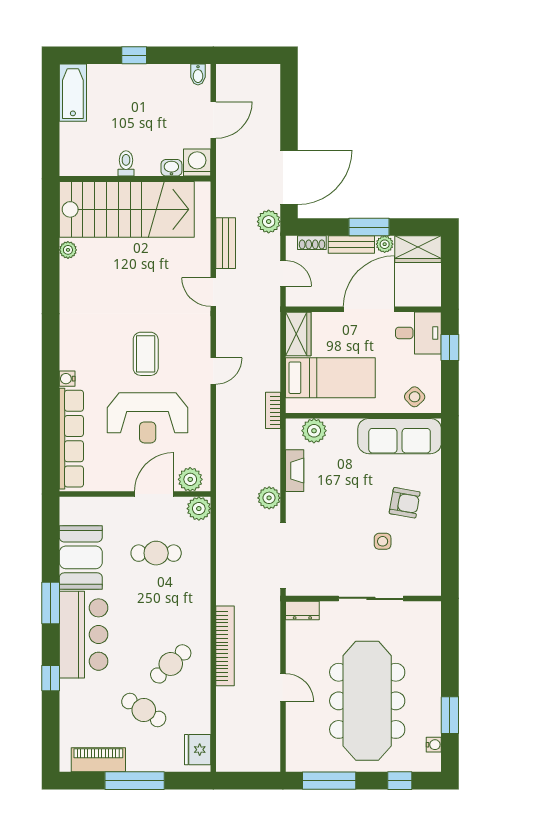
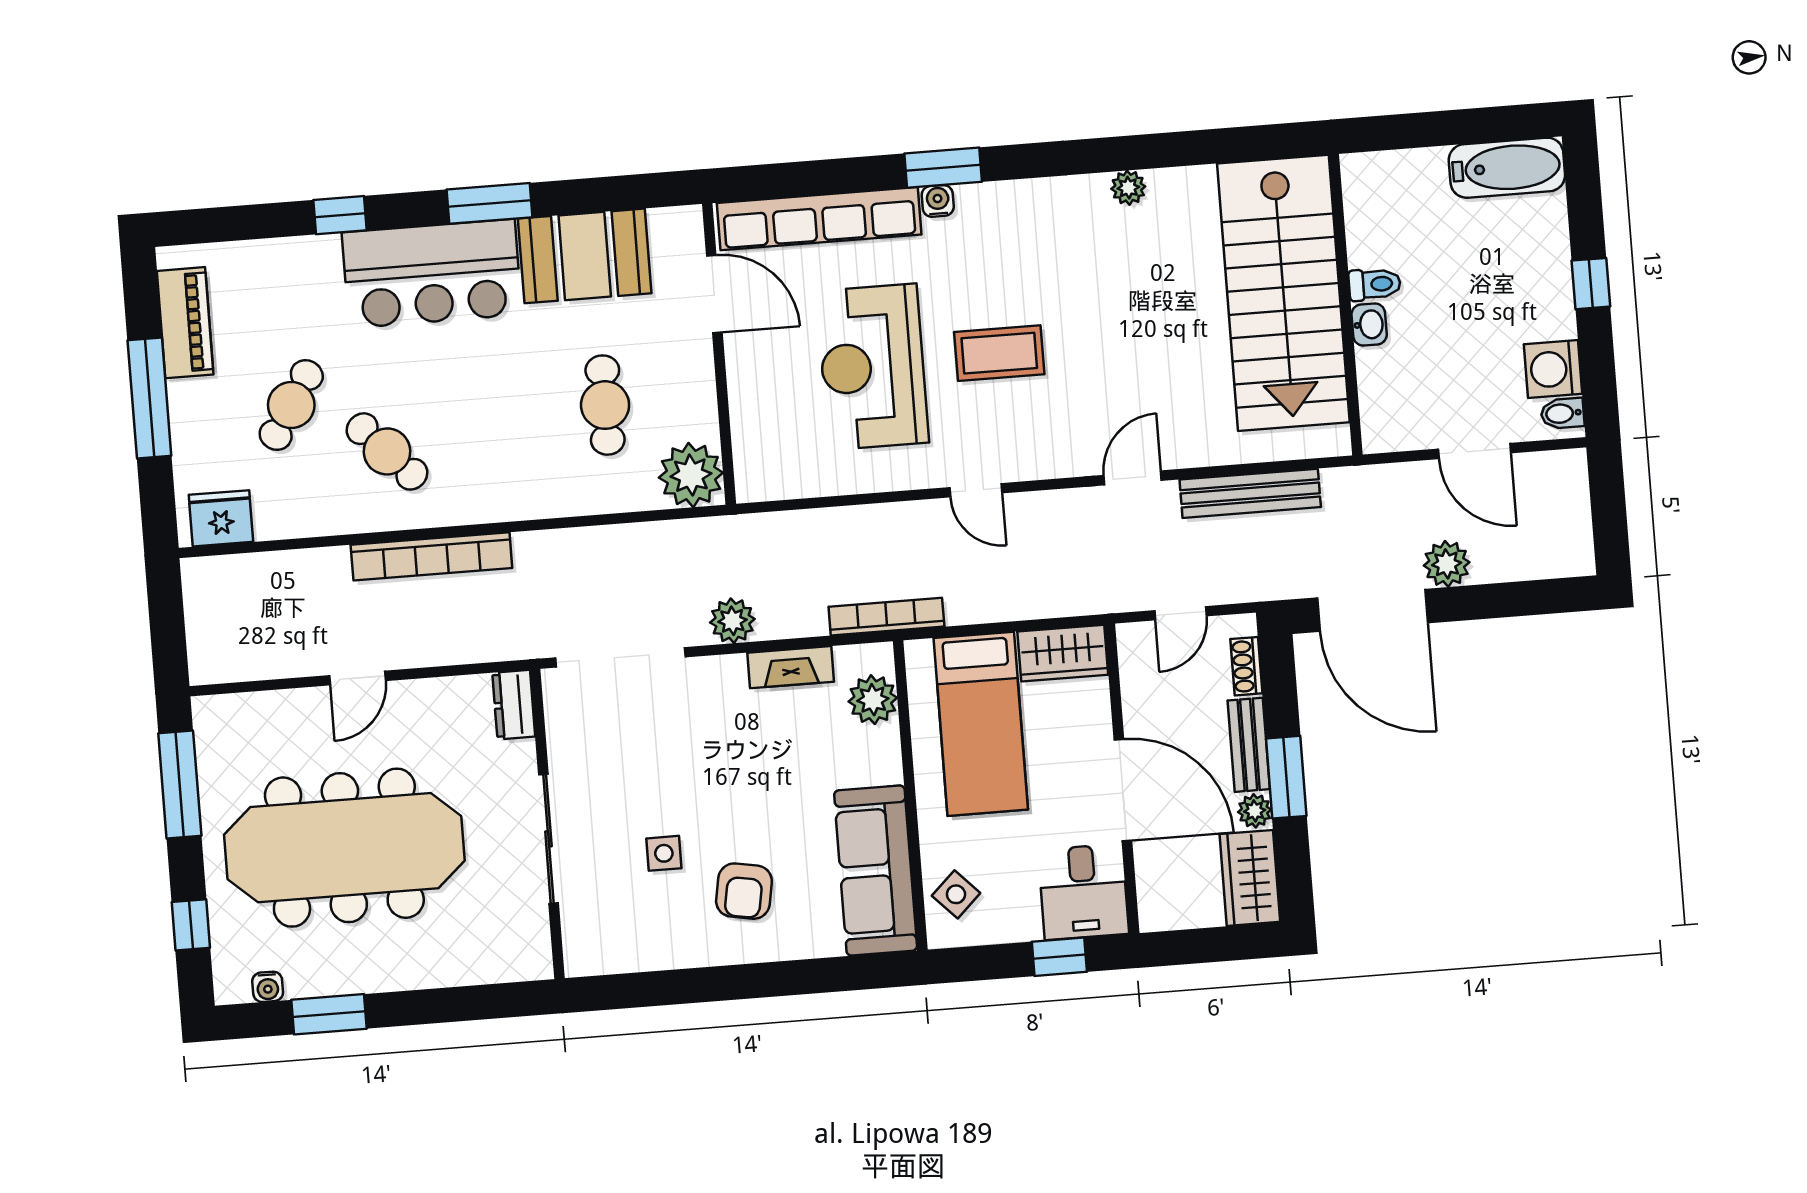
washing machine: (197, 163) -> (1553, 369), moved, turned 180
washbasin: (171, 168) -> (1369, 325), moved
plant: (269, 222) -> (1447, 564), moved
bench: (226, 243) -> (1250, 493), width x1.36
plant: (68, 250) -> (1128, 188), moved
window: (51, 375) -> (943, 168), added
bookcase: (273, 410) -> (886, 617), width x1.56
plant: (190, 479) -> (757, 461), removed
door: (154, 494) -> (714, 294), moved
plant: (199, 509) -> (691, 475), width x1.36, depth x1.36

